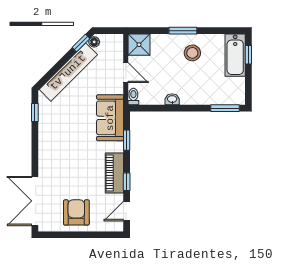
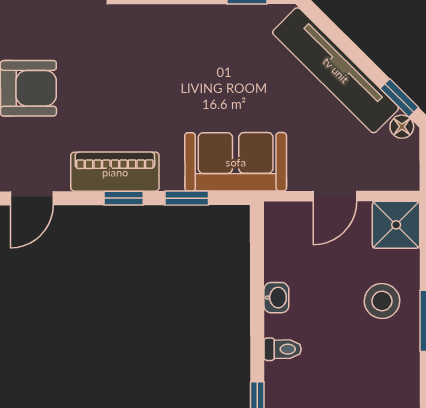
stool: (192, 53) -> (382, 301), moved
toilet: (133, 97) -> (283, 349), moved
window: (127, 182) -> (124, 198), moved
door: (127, 211) -> (32, 198), swing flipped

